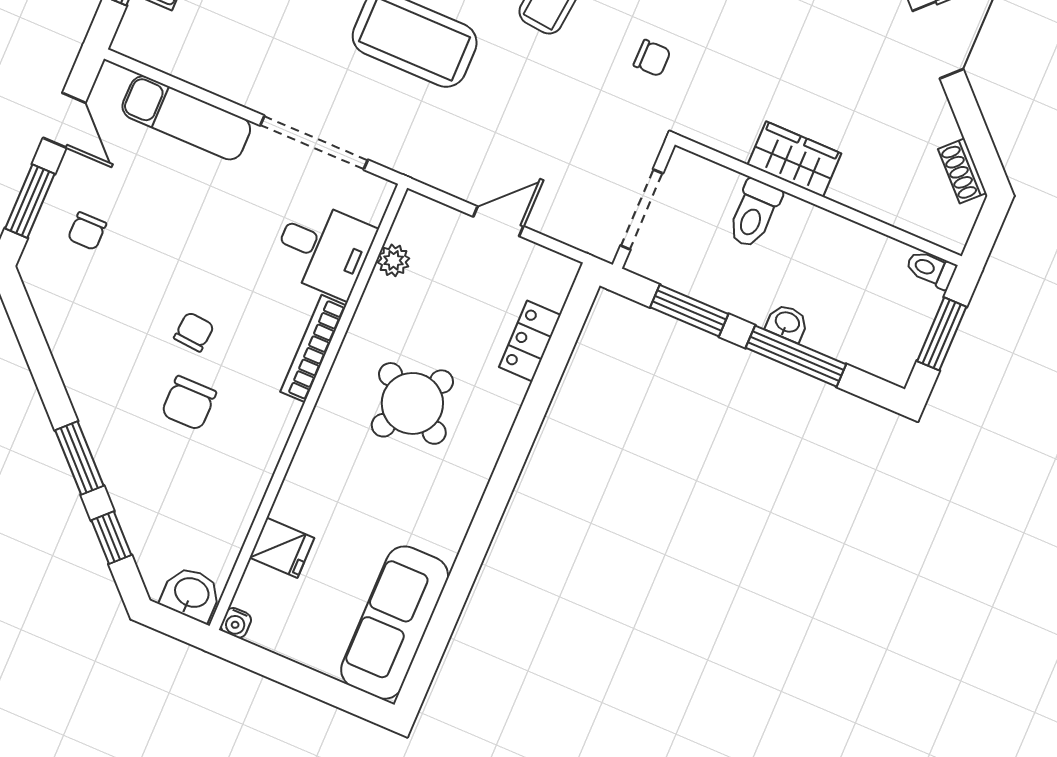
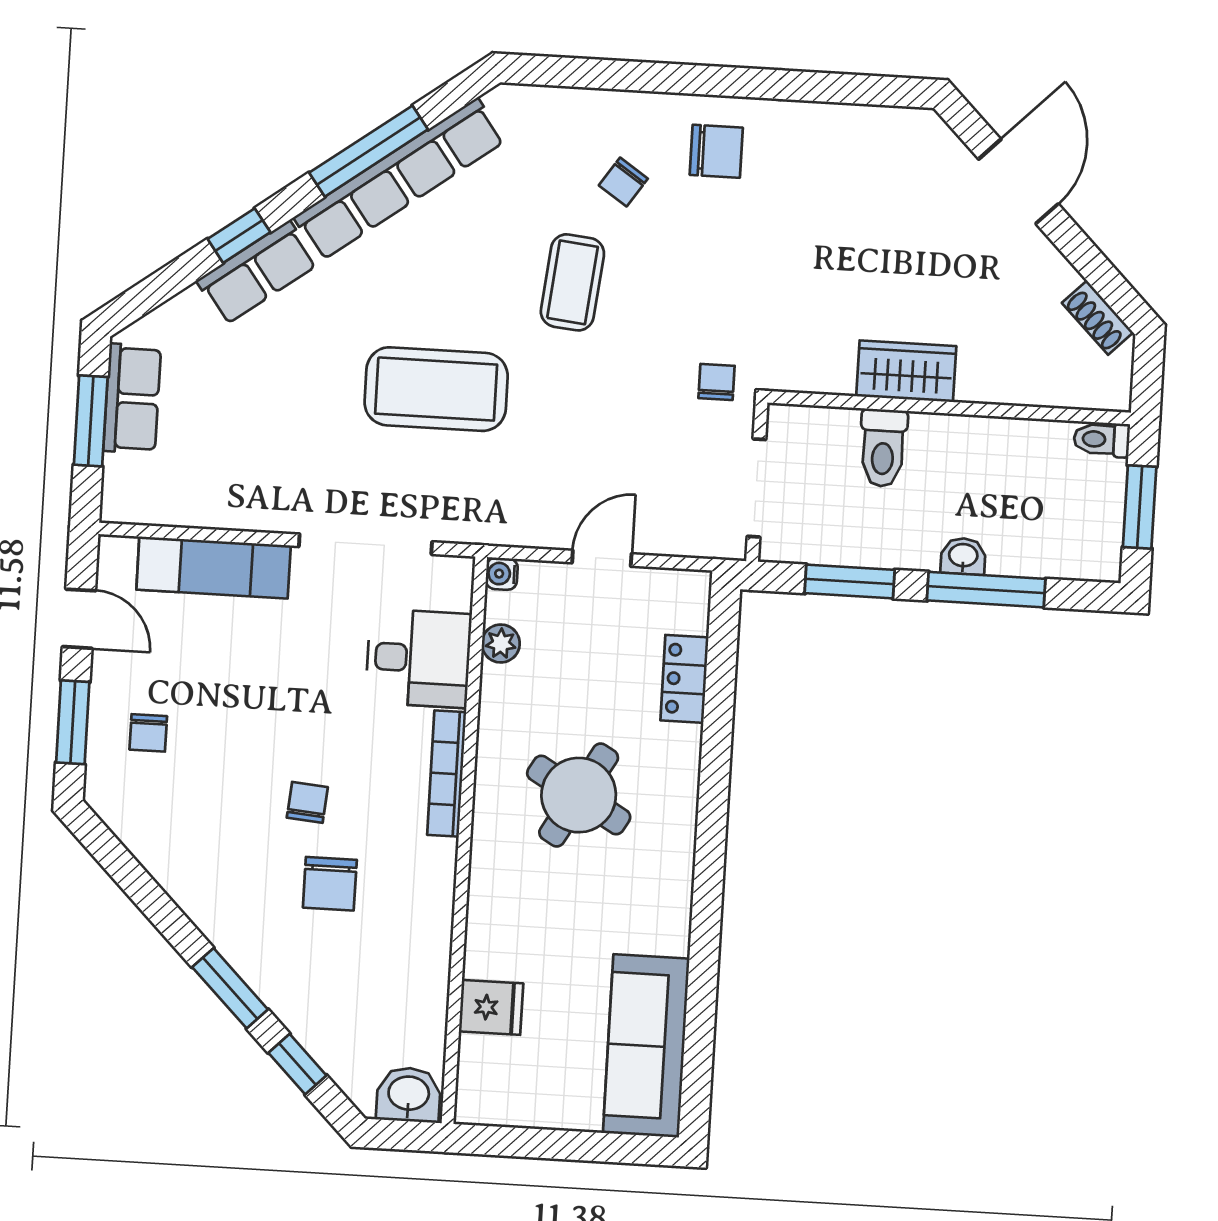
chair: (652, 58) -> (717, 382), moved, turned -90
water cooler: (236, 623) -> (502, 574), moved, turned 90

